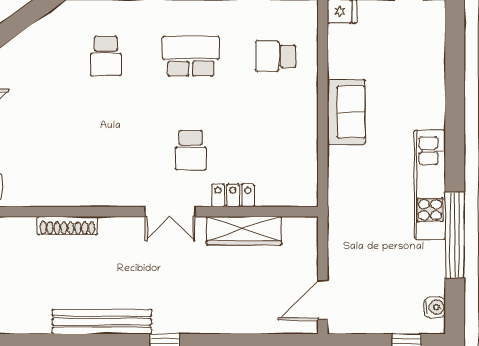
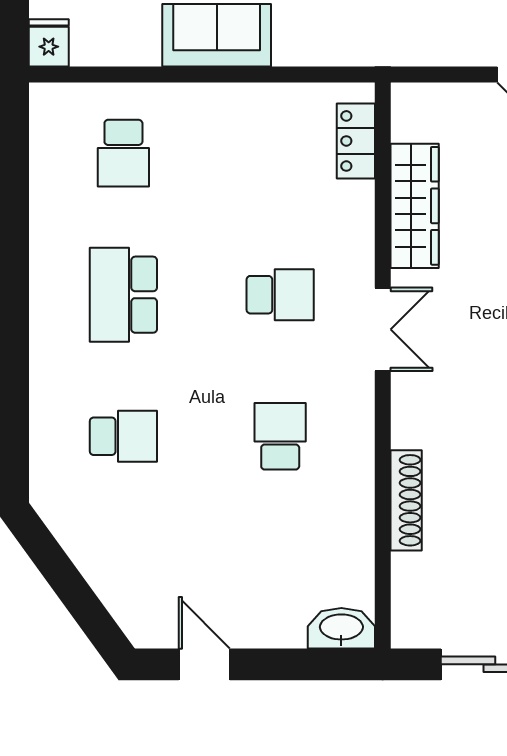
school desk: (106, 150) -> (280, 436), added
locker: (233, 195) -> (356, 141), moved

